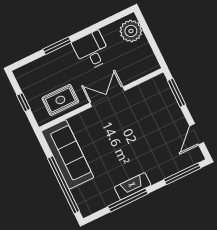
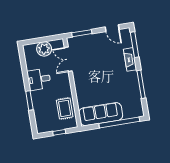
plant: (131, 31) -> (44, 49), moved
double door: (107, 97) -> (68, 59), moved
fireplace: (133, 186) -> (130, 59), moved

